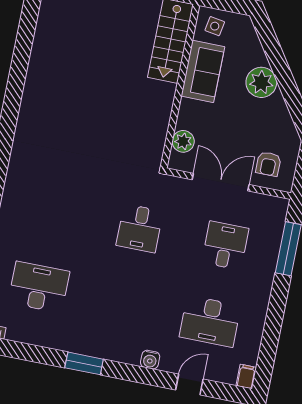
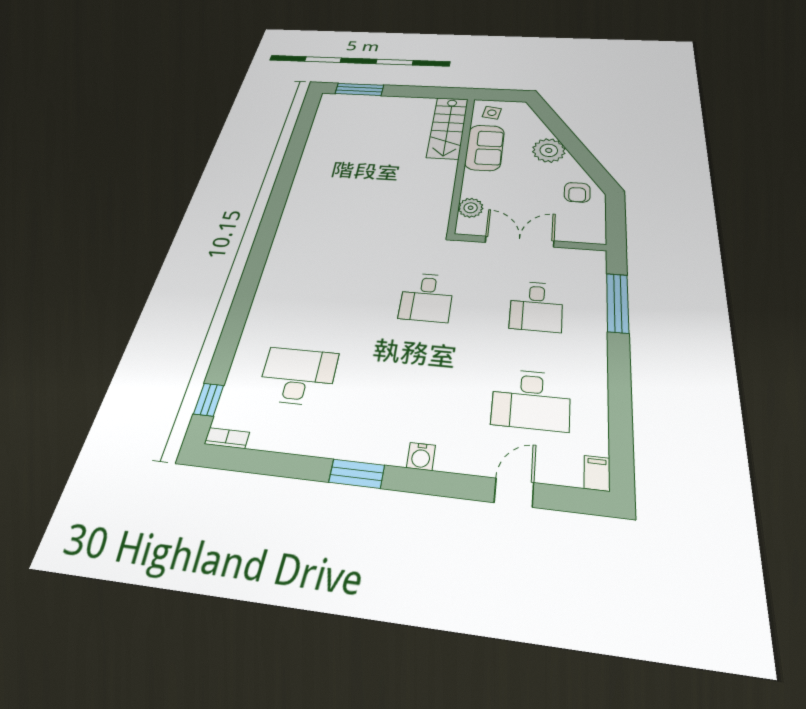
armchair: (268, 164) -> (577, 192), moved
desk: (225, 245) -> (536, 306), turned 180
water cooler: (150, 360) -> (421, 456), moved

